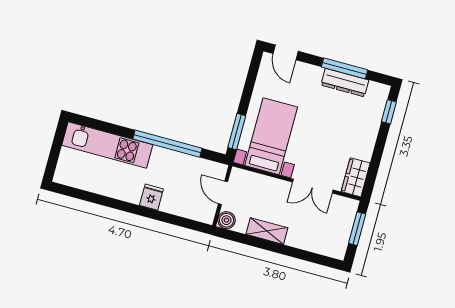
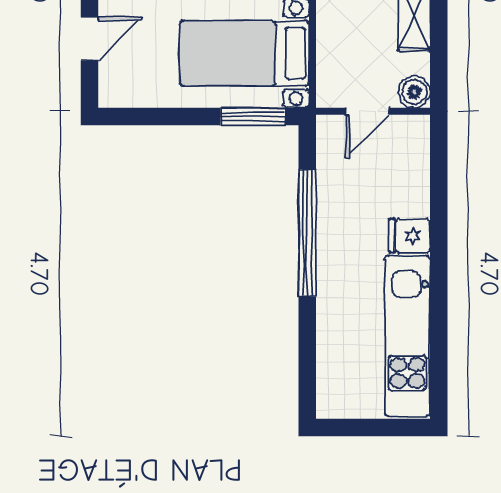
door: (286, 52) -> (90, 39), moved
kitchen unit: (107, 145) -> (407, 336), moved, turned 180

